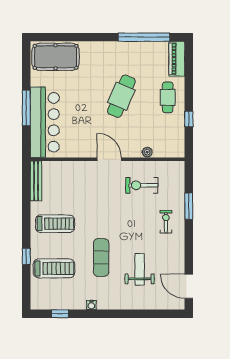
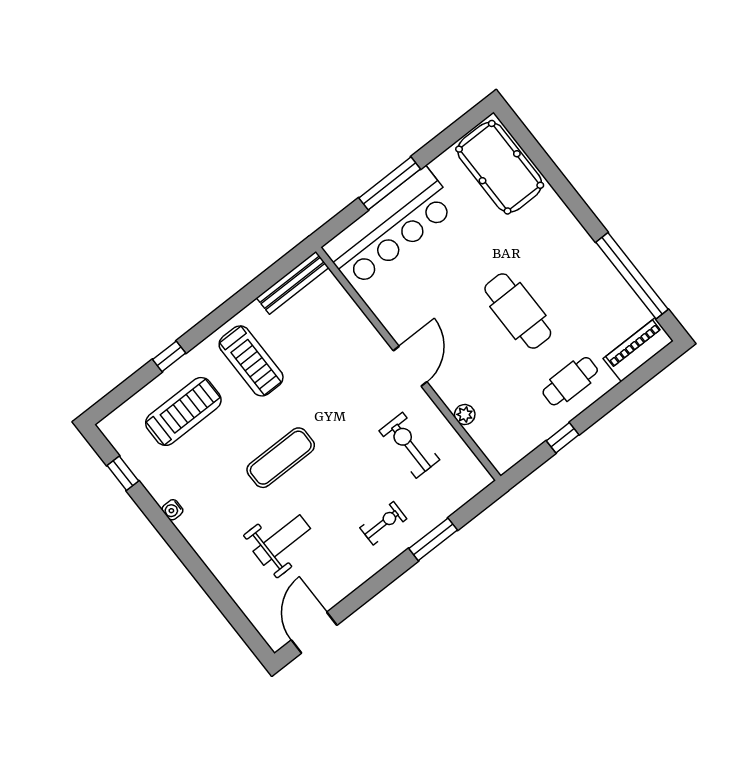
cafe table: (121, 96) -> (518, 311), turned 67
exercise mat: (101, 258) -> (281, 458), moved
treadmill: (54, 268) -> (183, 411), turned -90

